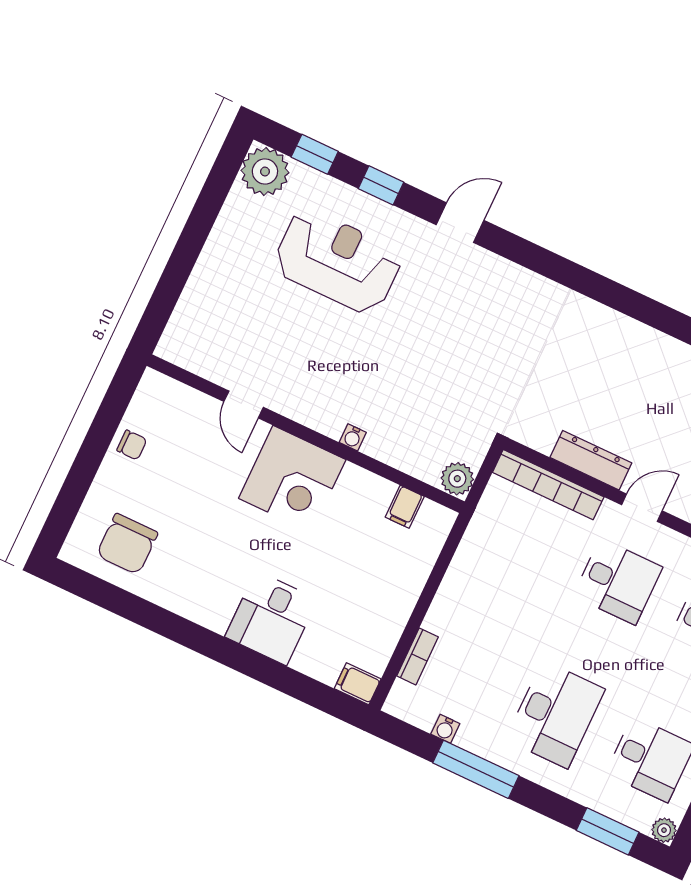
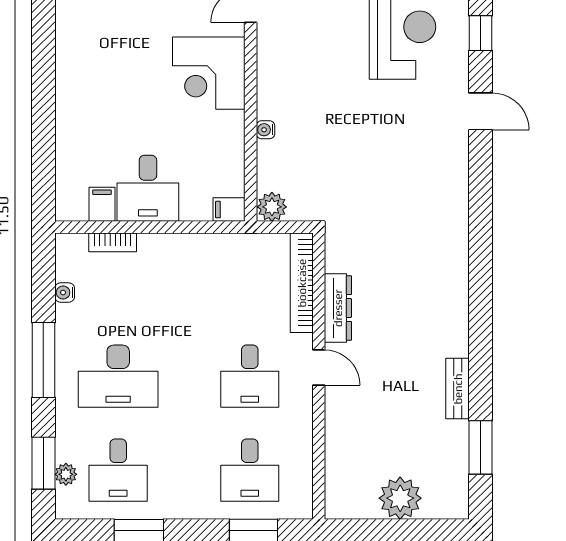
water cooler: (353, 437) -> (266, 130), moved
filing cabinet: (405, 507) -> (229, 210), moved
desk: (271, 618) -> (148, 188), moved, turned -90
filing cabinet: (358, 684) -> (102, 204), moved
window: (476, 769) -> (43, 360), moved
plant: (664, 830) -> (66, 474), moved

